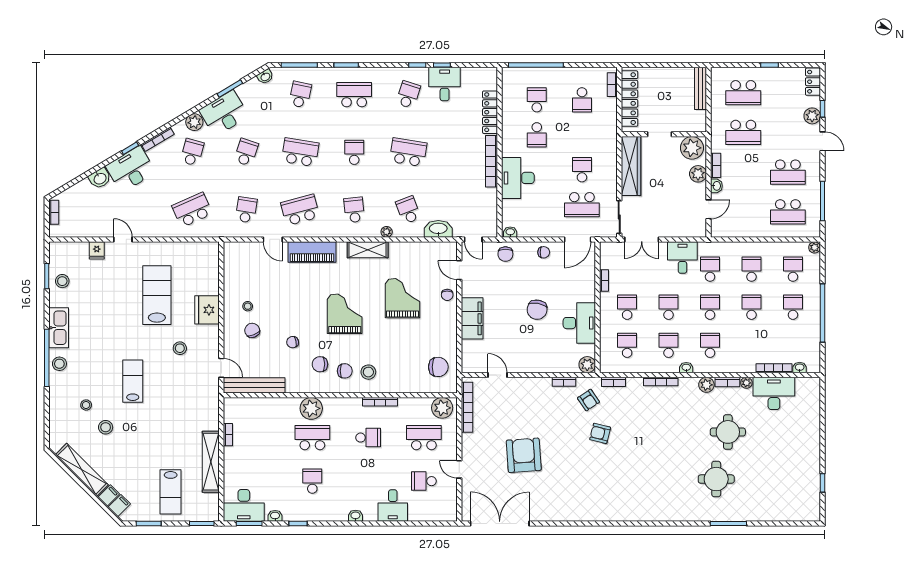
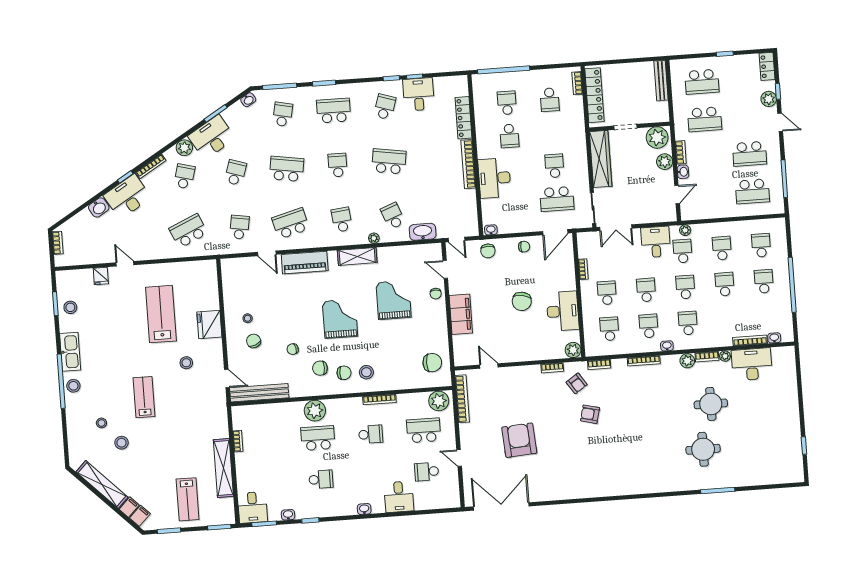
plant: (815, 247) -> (685, 230), moved
school desk: (312, 481) -> (321, 479), turned 90
desk: (244, 505) -> (253, 507), width x0.73

